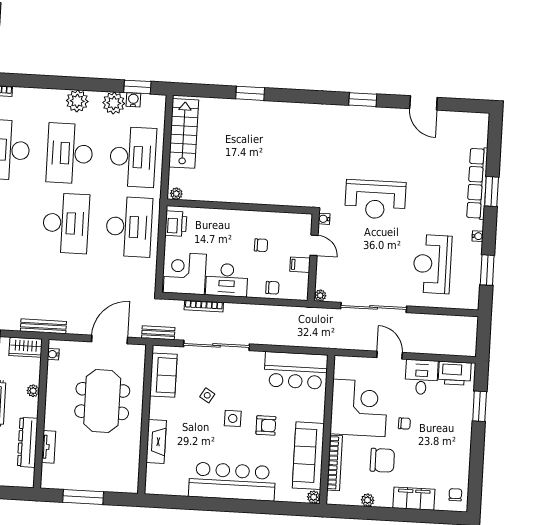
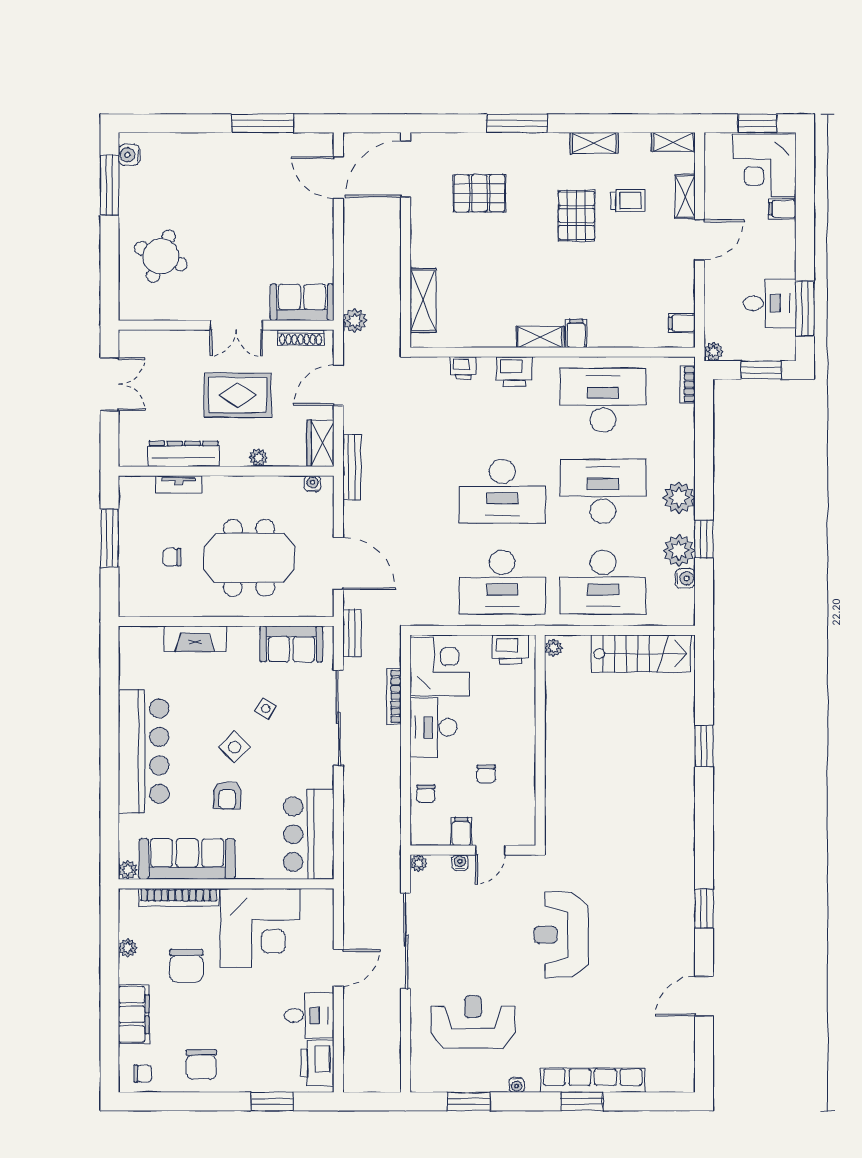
window: (137, 87) -> (704, 539), moved
water cooler: (324, 219) -> (460, 863), moved
side table: (233, 418) -> (235, 747), turned 45
chair: (404, 423) -> (201, 1064), moved, width x1.87, depth x1.87
chair: (99, 454) -> (172, 557), added

